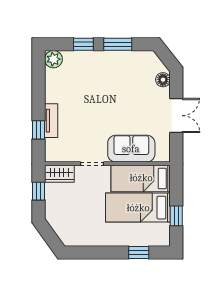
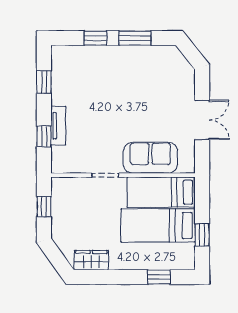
plant: (53, 59) -> (61, 55), removed
floor lamp: (163, 80) -> (187, 79), removed
window: (39, 83) -> (44, 82), added
wardrobe: (59, 174) -> (91, 260), moved, turned 180

